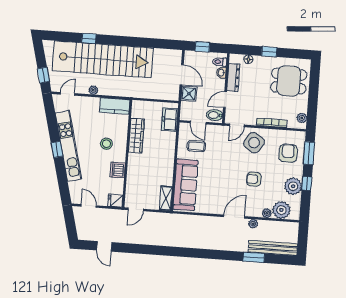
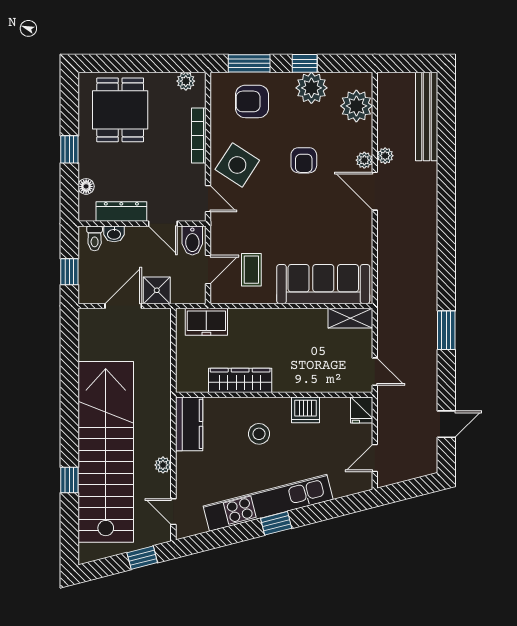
plant: (267, 213) -> (364, 160), moved
window: (254, 257) -> (446, 330), moved

